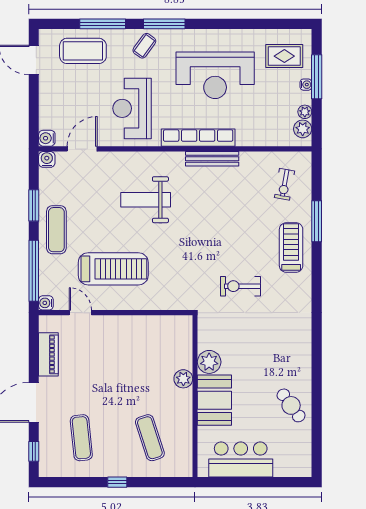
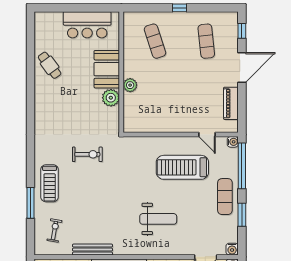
bench: (212, 159) -> (92, 250), moved

